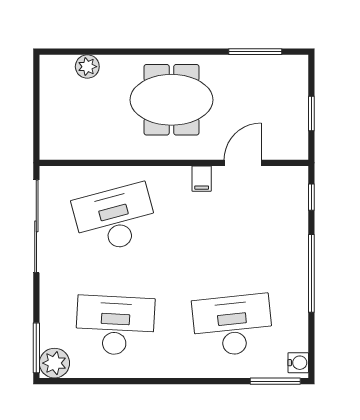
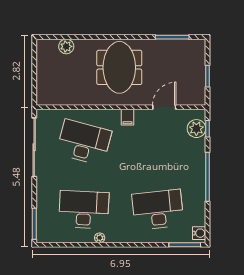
meeting table: (171, 100) -> (119, 67), turned 90
filing cabinet: (202, 179) -> (128, 117), moved
plant: (294, 197) -> (196, 129), added
desk: (115, 219) -> (84, 142), turned 30
plant: (54, 363) -> (100, 238), moved, width x0.53, depth x0.53

